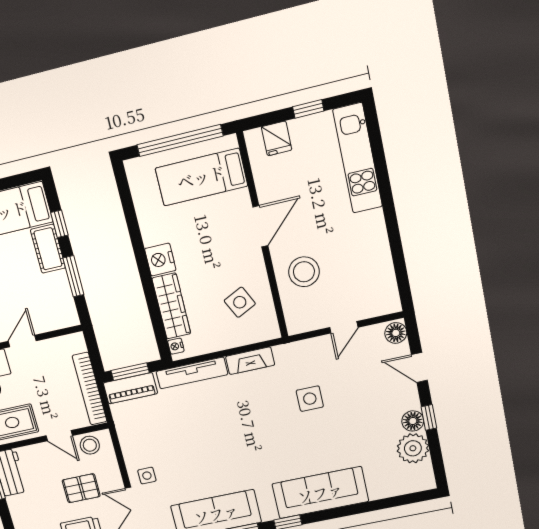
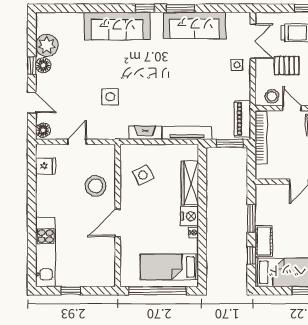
fridge: (277, 138) -> (45, 166), moved, turned 90
bed: (201, 177) -> (169, 267), moved, turned 180
nightstand: (176, 346) -> (193, 232), moved
piano: (130, 388) -> (242, 119), moved, turned -90

